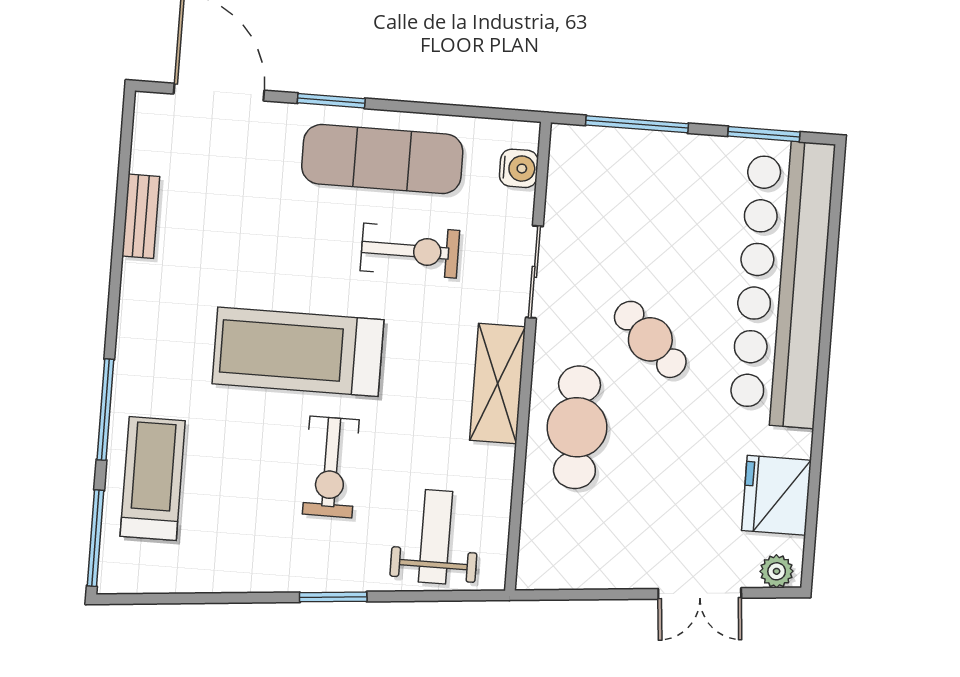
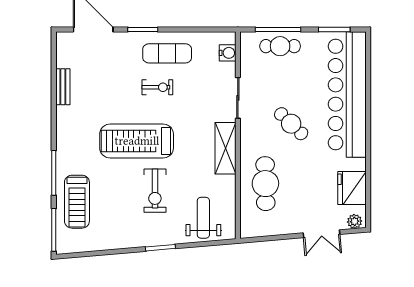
exercise mat: (382, 159) -> (167, 53), width x0.73, depth x0.69
cafe table: (639, 162) -> (280, 46), added
exercise bike: (410, 251) -> (157, 87), moved, width x0.73, depth x0.72
cafe table: (577, 427) -> (265, 184), moved
treadmill: (153, 478) -> (77, 202), turned 180

